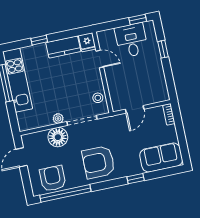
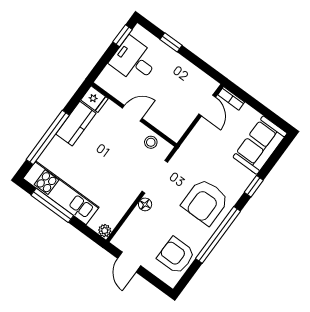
window: (39, 40) -> (48, 137), width x3.17
door: (100, 59) -> (132, 113), moved
door: (135, 109) -> (207, 105), moved
plant: (58, 118) -> (105, 231), moved
floor lamp: (58, 137) -> (145, 204), width x0.53, depth x0.53
window: (65, 193) -> (218, 235), moved

